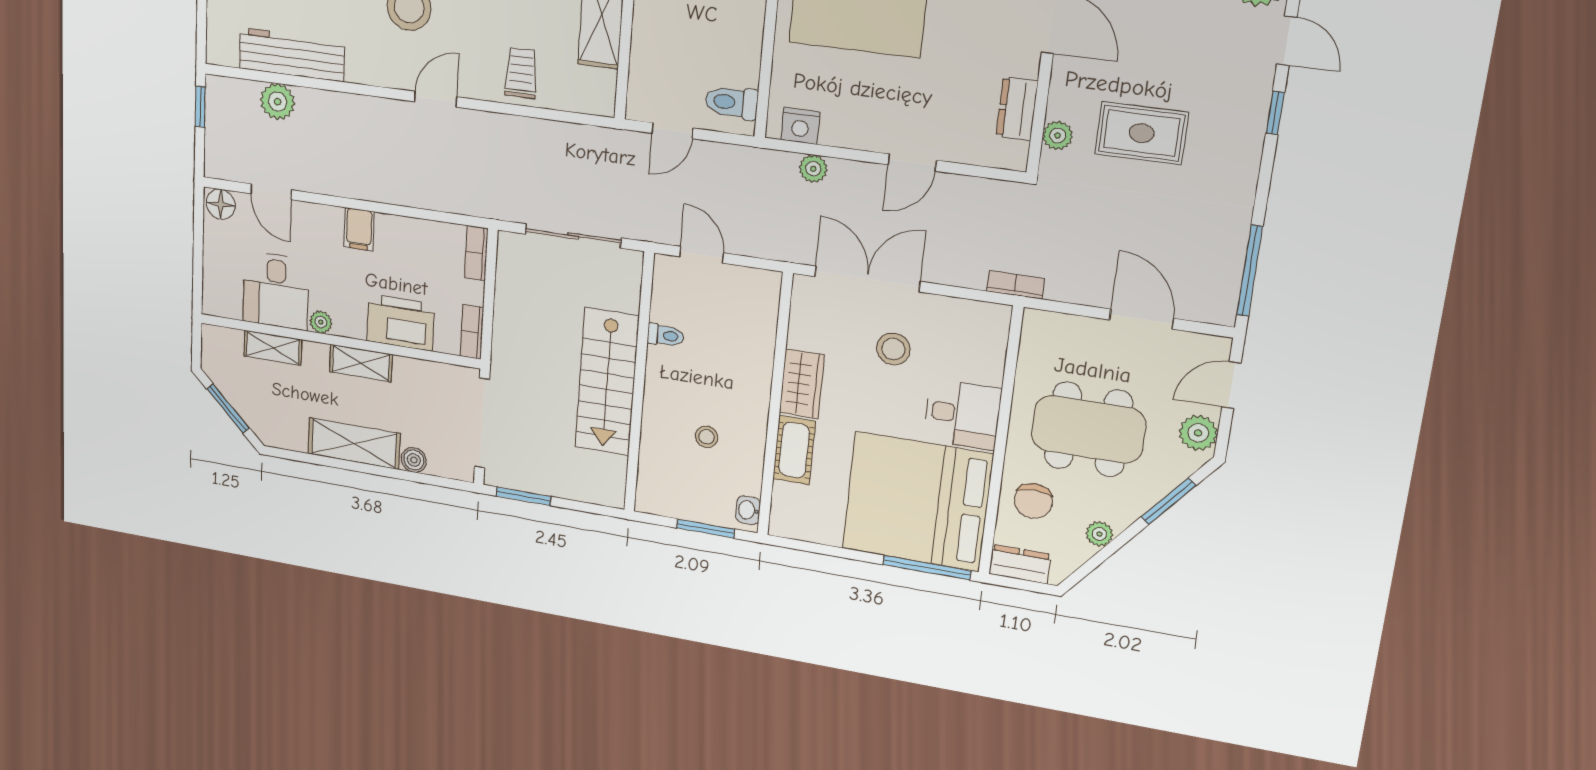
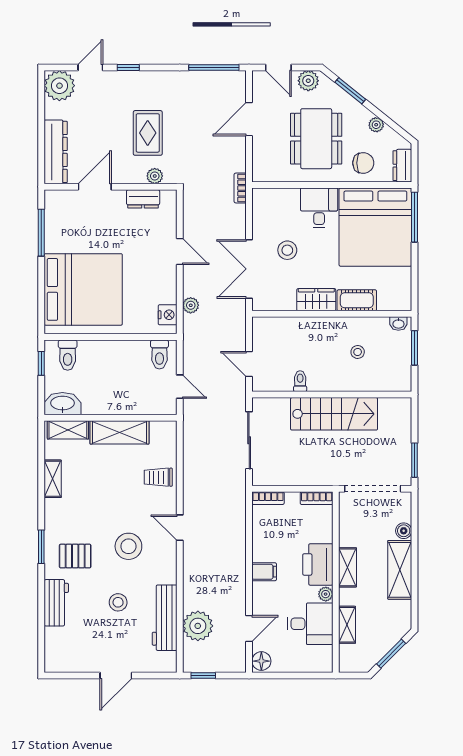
plant: (278, 102) -> (198, 626), width x1.36, depth x1.36
door: (702, 255) -> (249, 364), hinge flipped
printer: (401, 322) -> (318, 564), moved

